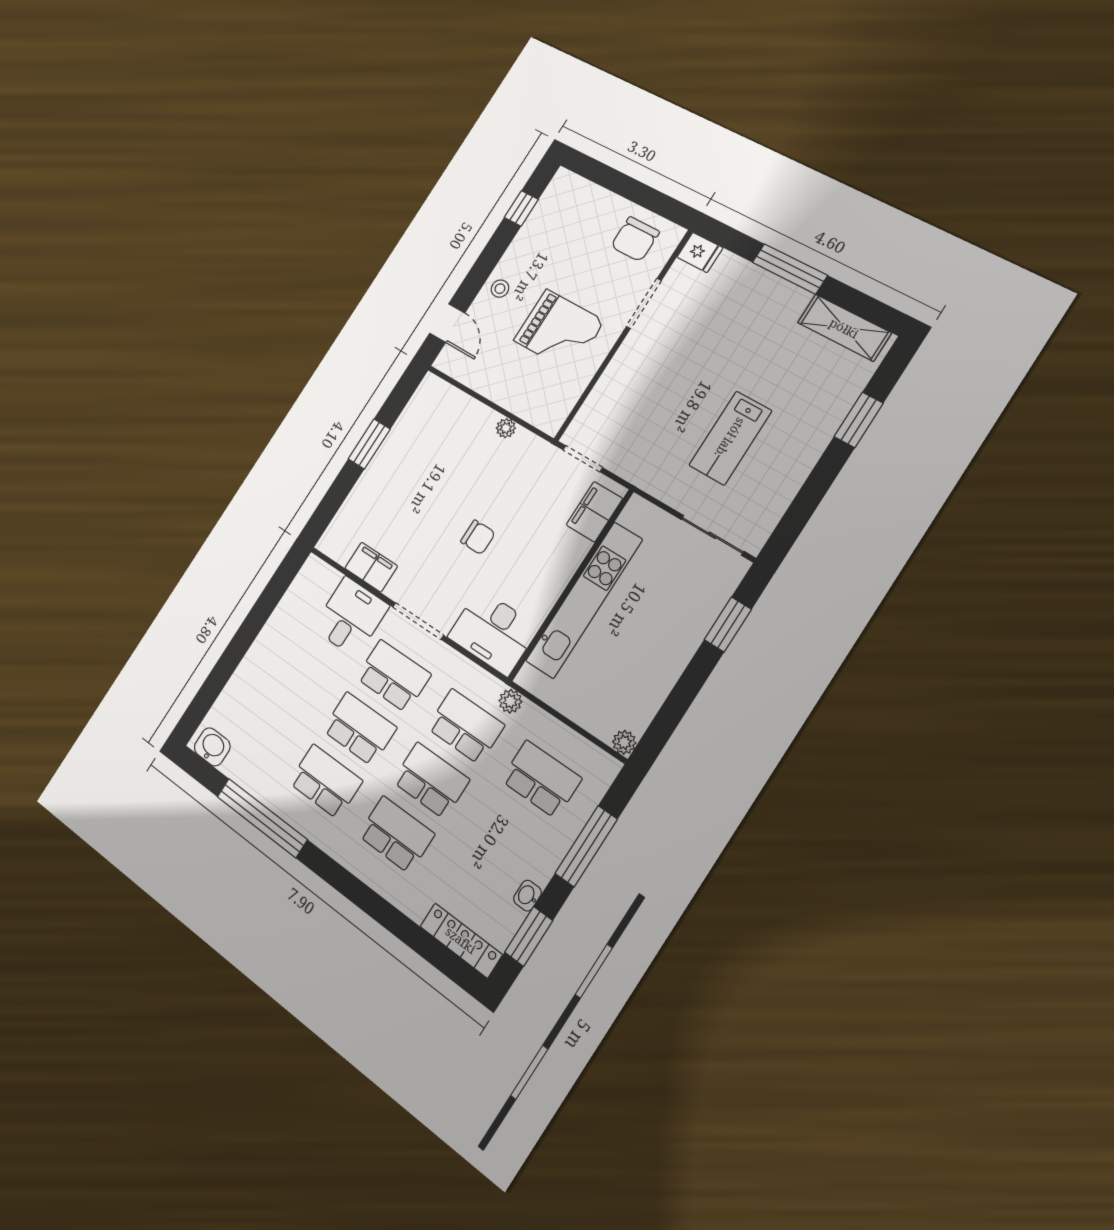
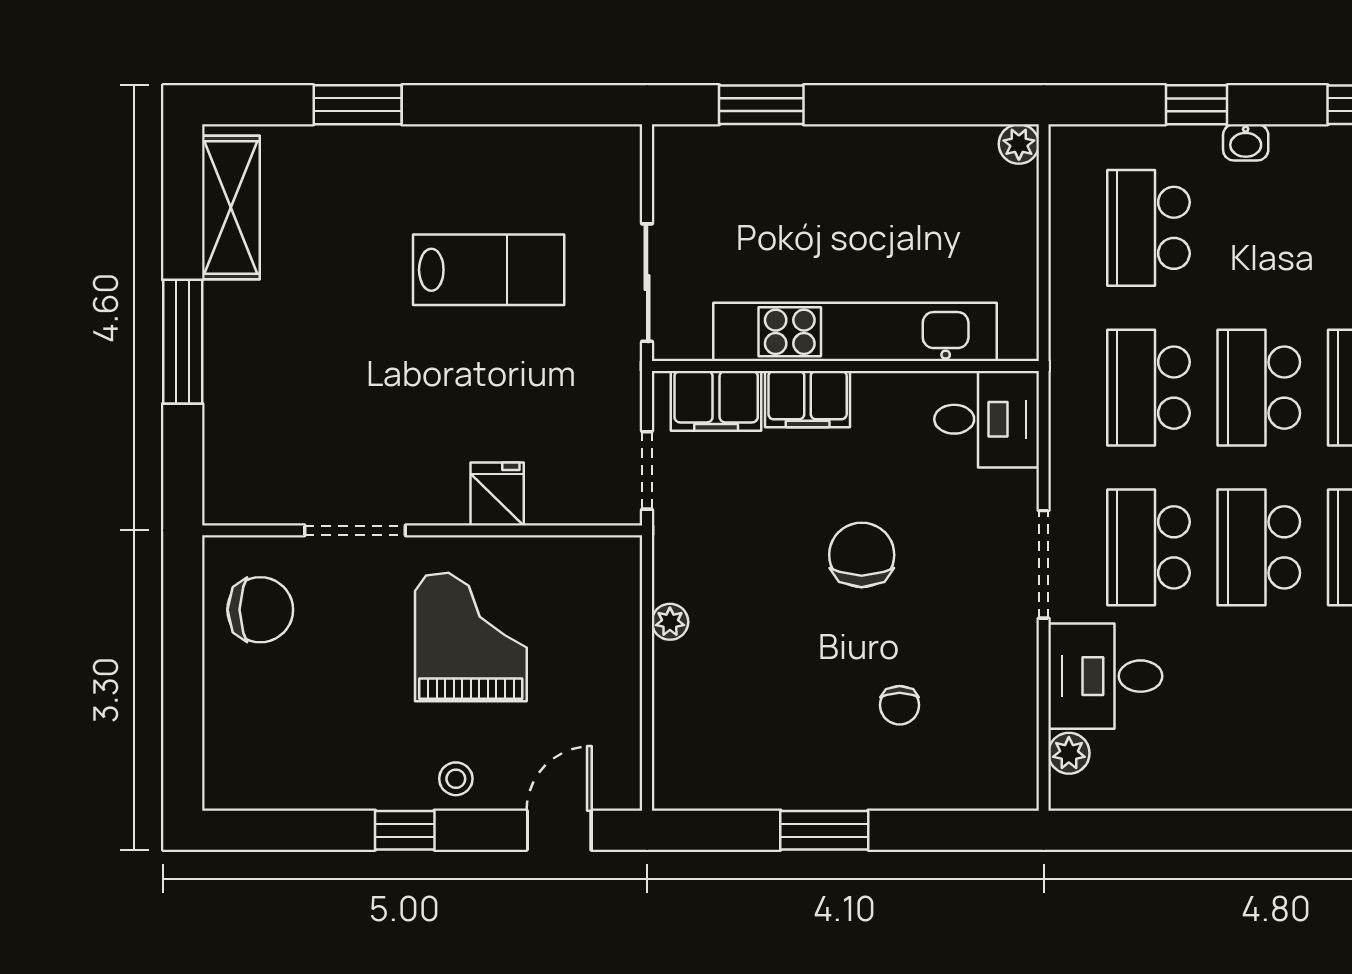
window: (521, 208) -> (405, 830), moved
fridge: (700, 252) -> (497, 494), moved
chair: (400, 513) -> (900, 705), added
sliding door: (712, 535) -> (647, 283), moved
chair: (478, 537) -> (862, 555), width x1.37, depth x1.37
filing cabinet: (371, 567) -> (808, 399), moved, turned -90
desk: (493, 632) -> (987, 419), width x0.73
plant: (510, 701) -> (1069, 753), moved
window: (586, 846) -> (1196, 105), width x0.46
washbasin: (527, 896) -> (1246, 142), moved

